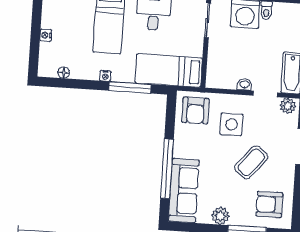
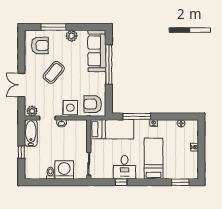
armchair: (195, 110) -> (93, 104), turned -90
side table: (231, 124) -> (70, 108), moved

